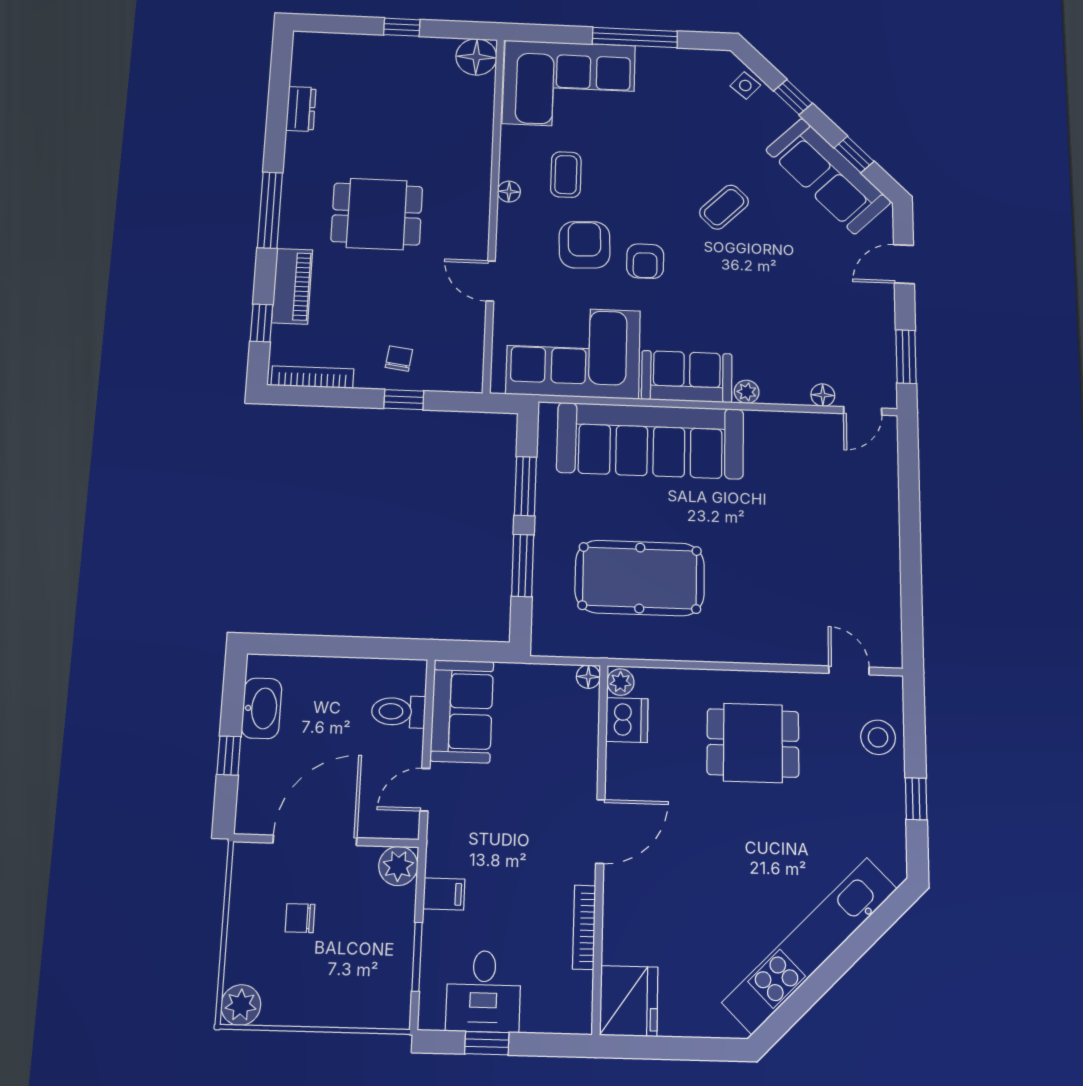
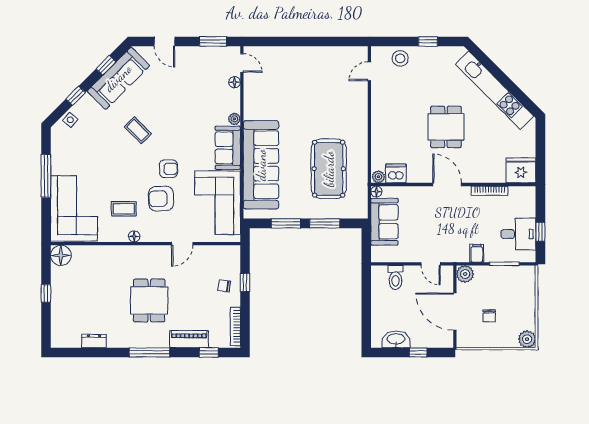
sofa: (462, 711) -> (384, 222), moved, turned 90
dining table: (753, 743) -> (446, 127), moved

